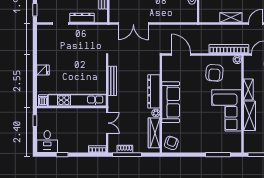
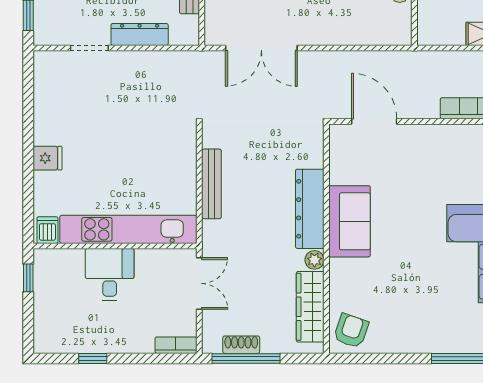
armchair: (214, 73) -> (453, 165), removed
sofa: (171, 102) -> (349, 221), width x0.73
desk: (47, 142) -> (110, 275), moved, turned 180

